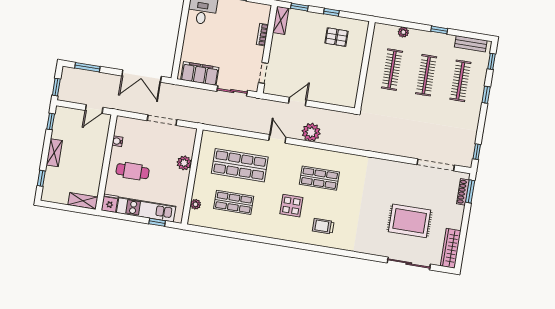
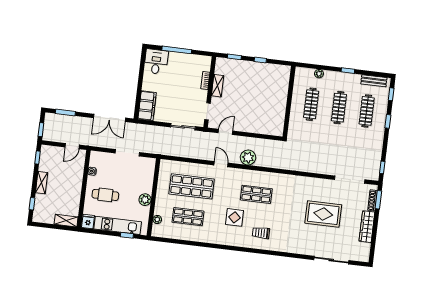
shelving: (281, 20) -> (218, 86), moved
pallet: (336, 37) -> (265, 80), removed
filing cabinet: (200, 74) -> (147, 106), moved, turned 90
door: (297, 102) -> (226, 132), moved
plant: (184, 163) -> (145, 200), moved
rug: (410, 221) -> (323, 214), moved
wardrobe: (451, 248) -> (367, 227), moved

